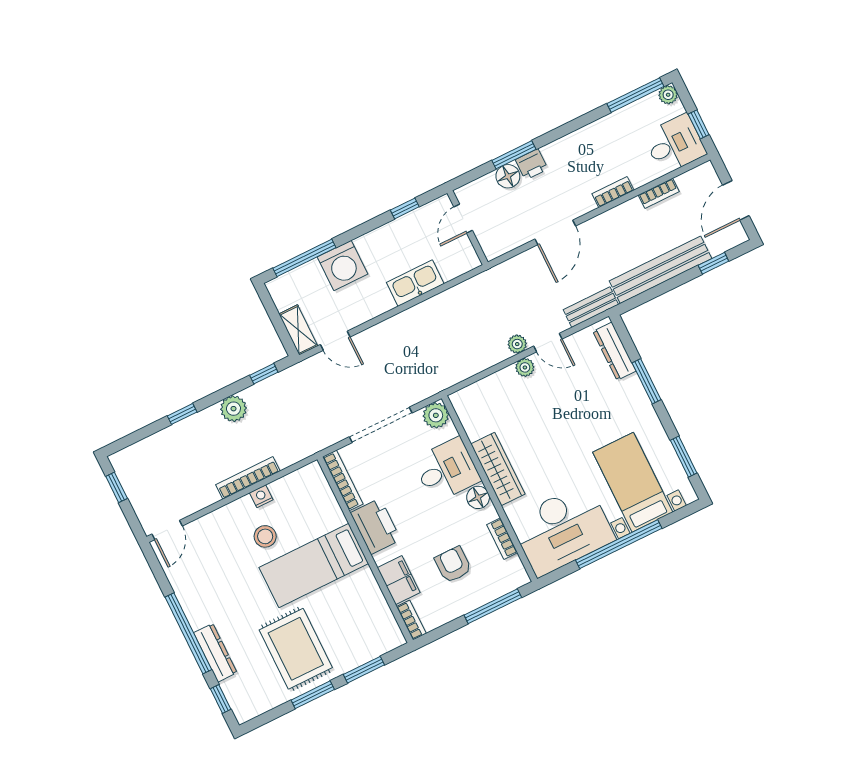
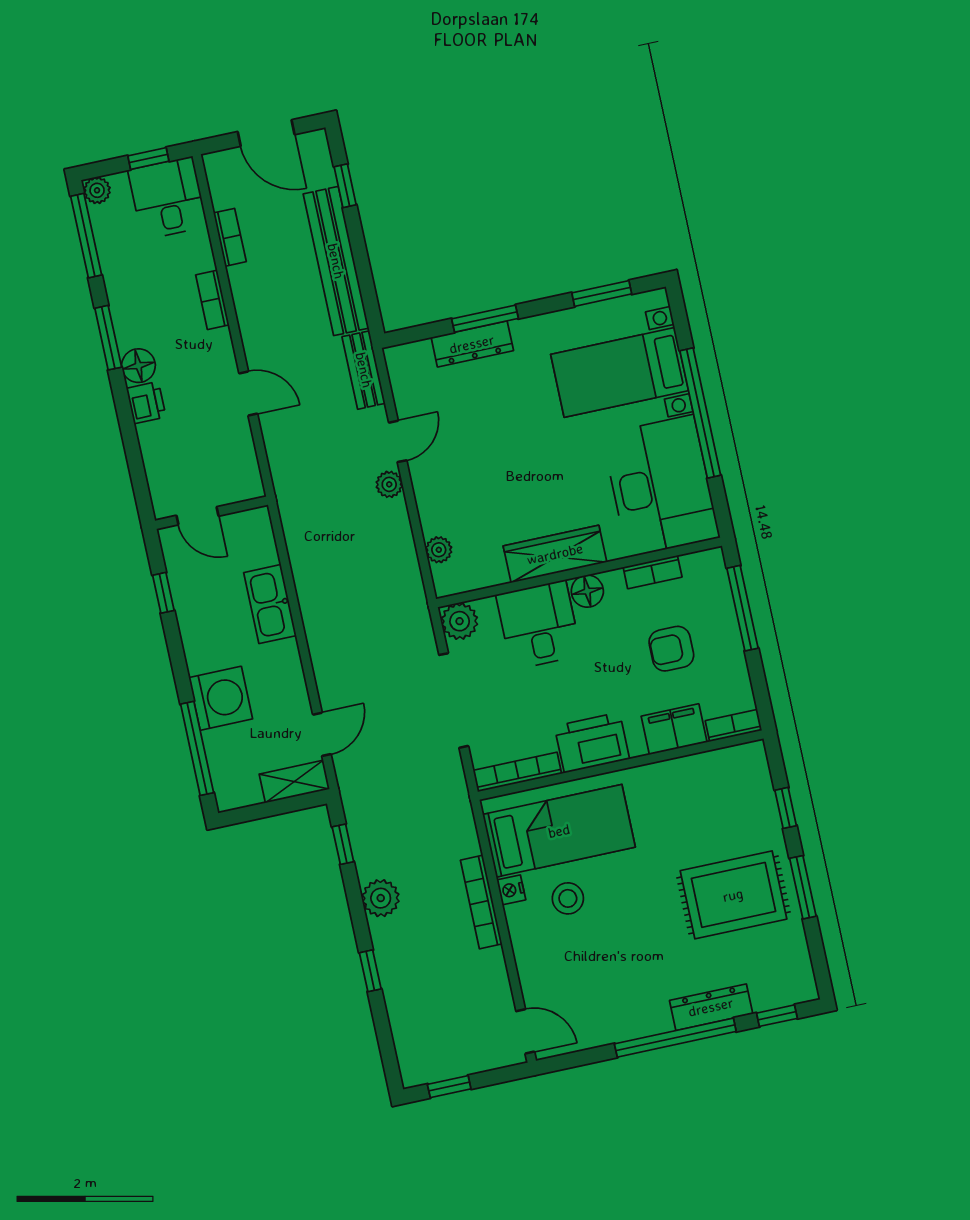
window: (514, 155) -> (108, 338), moved
floor lamp: (508, 176) -> (138, 366), moved
door: (555, 232) -> (248, 394), width x0.73
dresser: (614, 351) -> (472, 344), moved
plant: (525, 367) -> (439, 550), moved
bed: (314, 566) -> (559, 831), moved, turned -90
window: (364, 670) -> (786, 808), width x0.67

